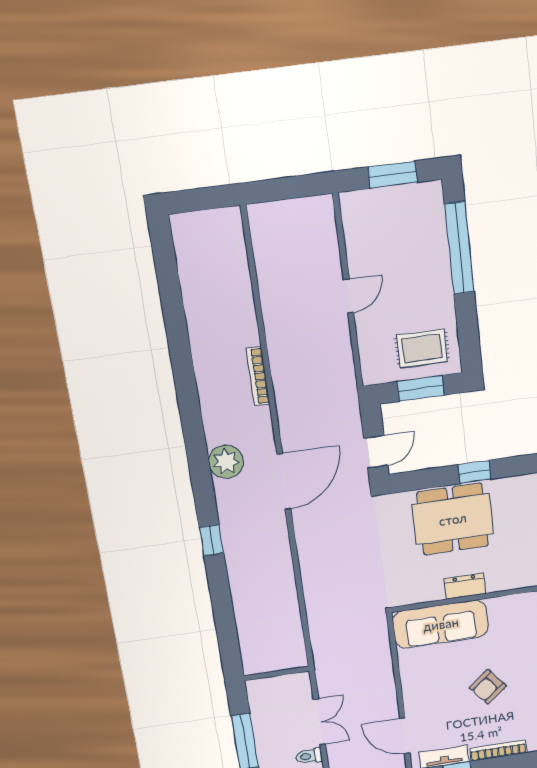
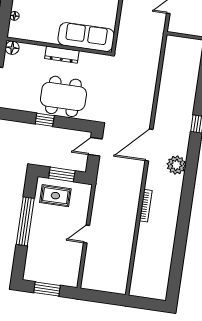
window: (459, 248) -> (25, 221), moved
dresser: (465, 586) -> (62, 55), width x1.44

